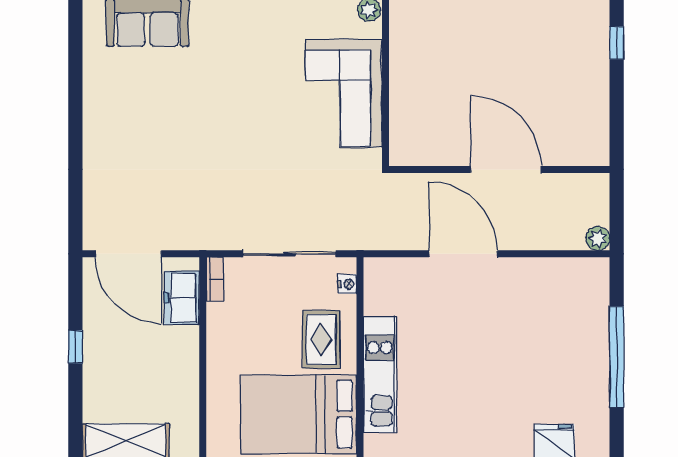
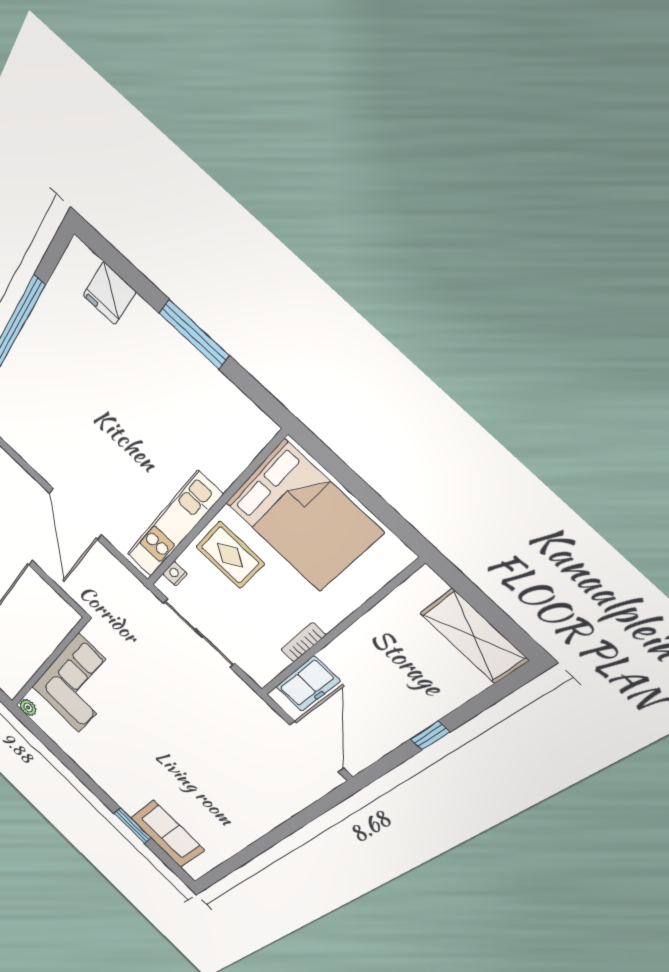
bookcase: (215, 279) -> (303, 642), moved
rug: (321, 339) -> (230, 555), turned 90
kitchen unit: (380, 374) -> (173, 525), moved

